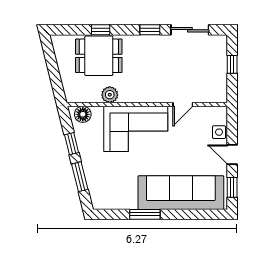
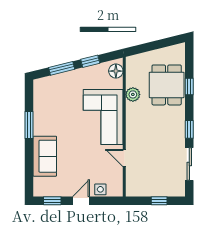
sofa: (181, 193) -> (45, 156), width x0.54, depth x0.79

